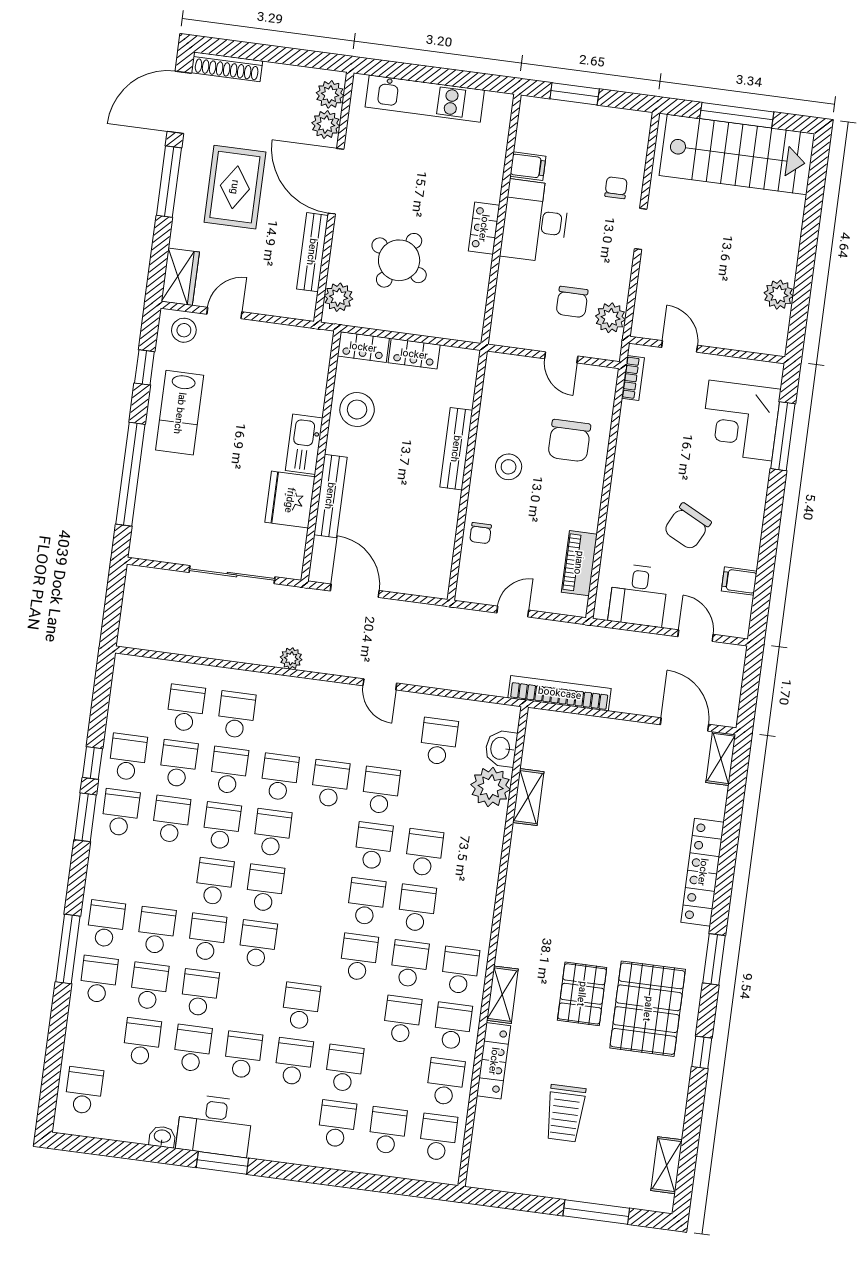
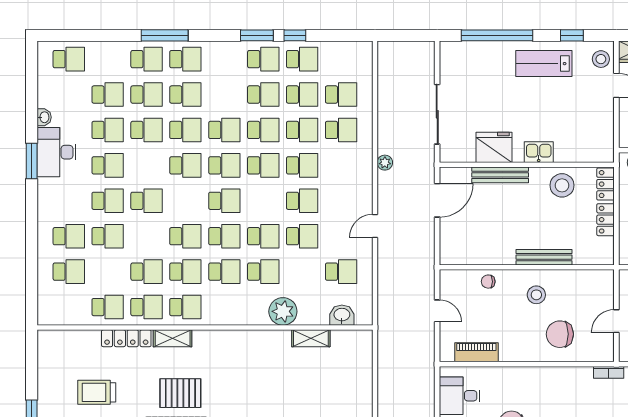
kitchen sink: (304, 444) -> (539, 152), width x0.73
bookcase: (560, 693) -> (385, 350), removed
plant: (491, 787) -> (283, 311), moved
school desk: (438, 1137) -> (224, 201), moved

